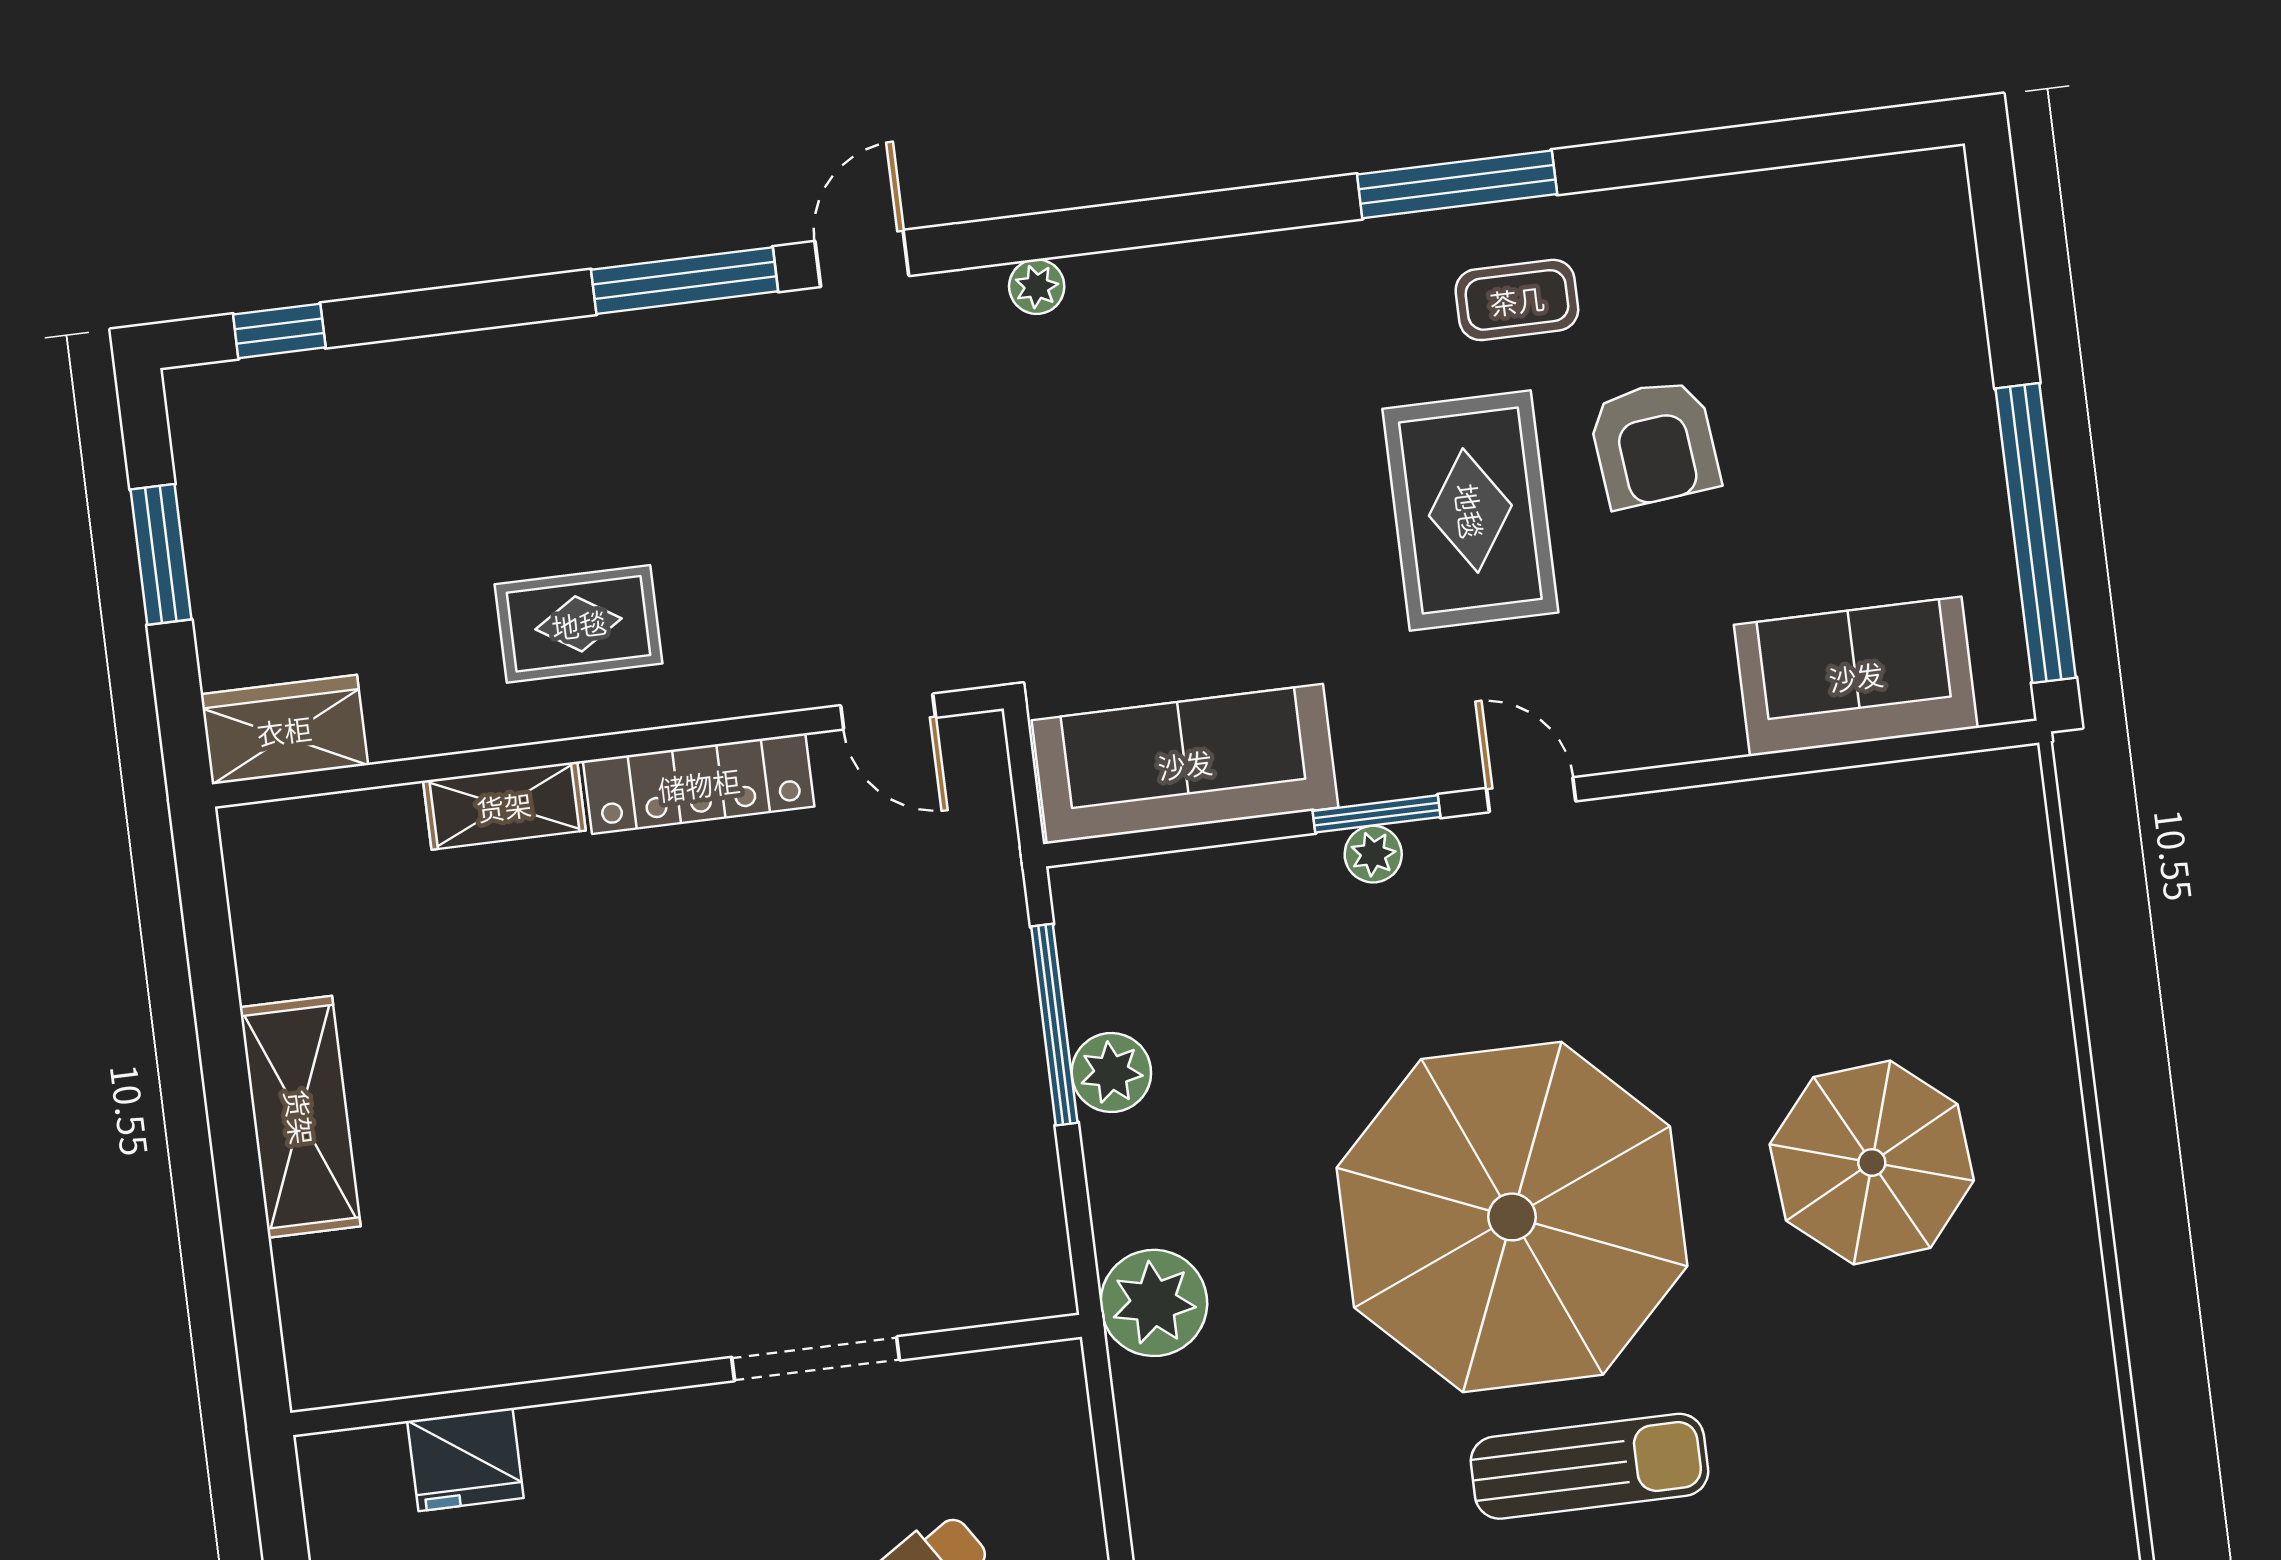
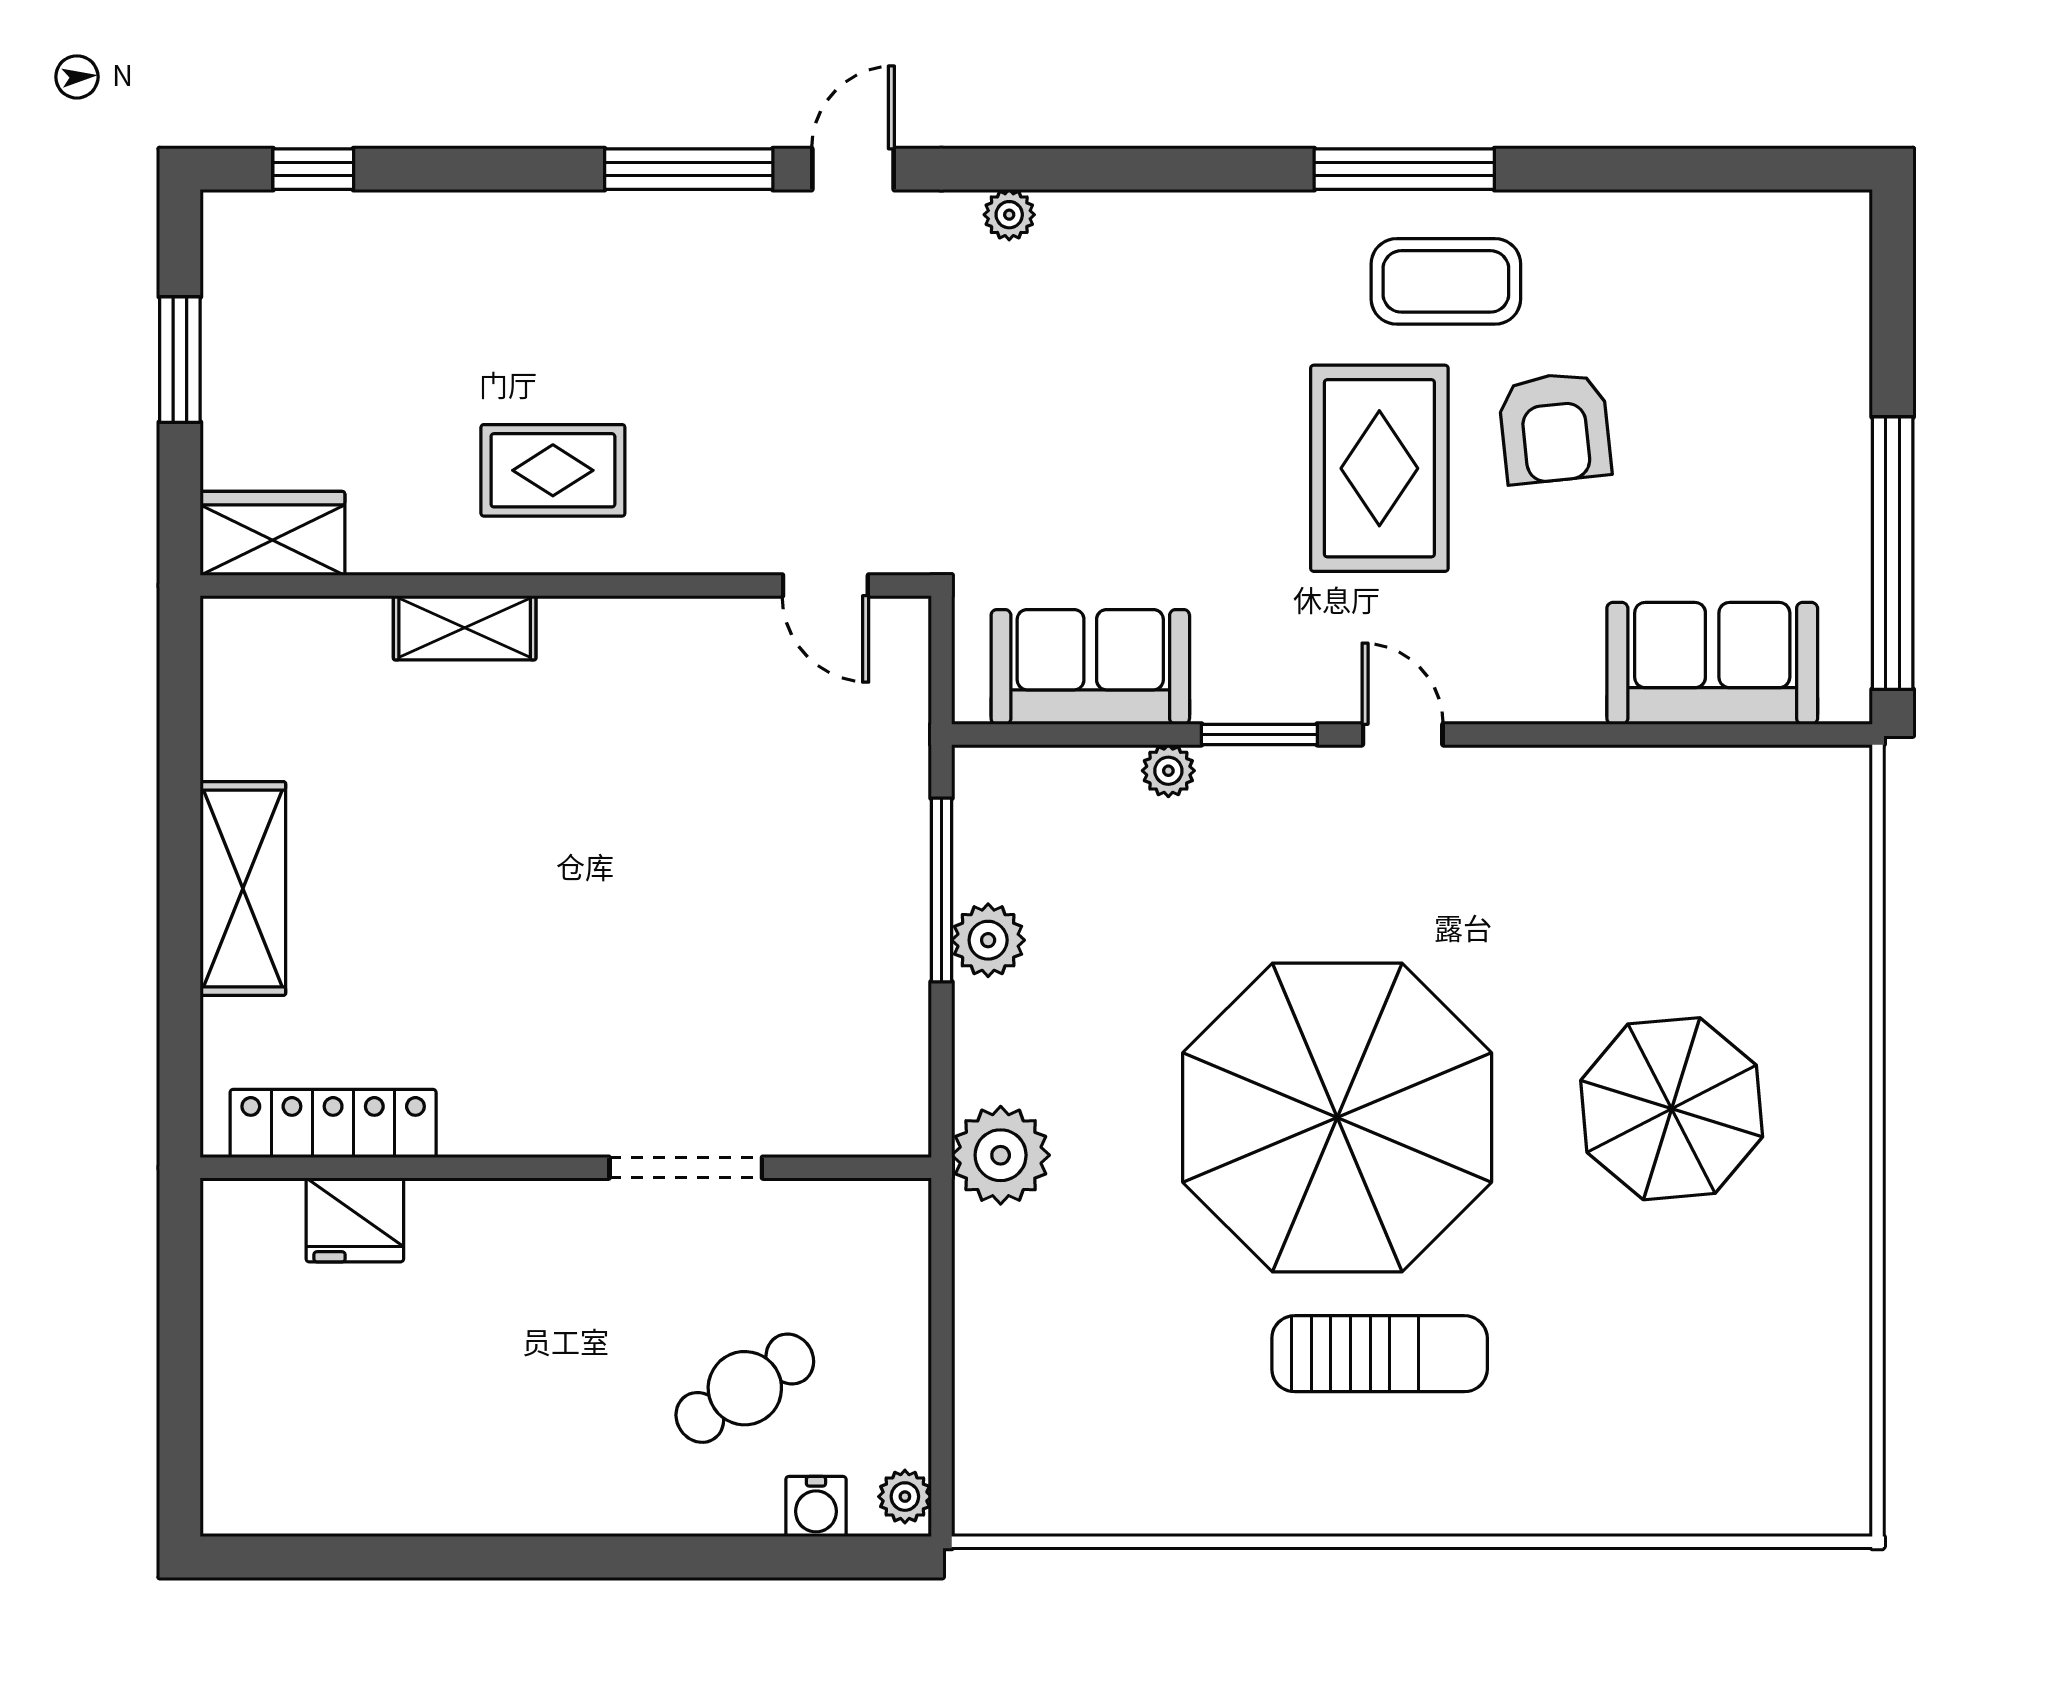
coffee table: (1517, 300) -> (1446, 281), width x1.36, depth x1.30
sofa: (1185, 764) -> (1090, 667), width x0.73
locker: (699, 784) -> (333, 1123), moved, turned 180
plant: (1373, 854) -> (1168, 771), moved

